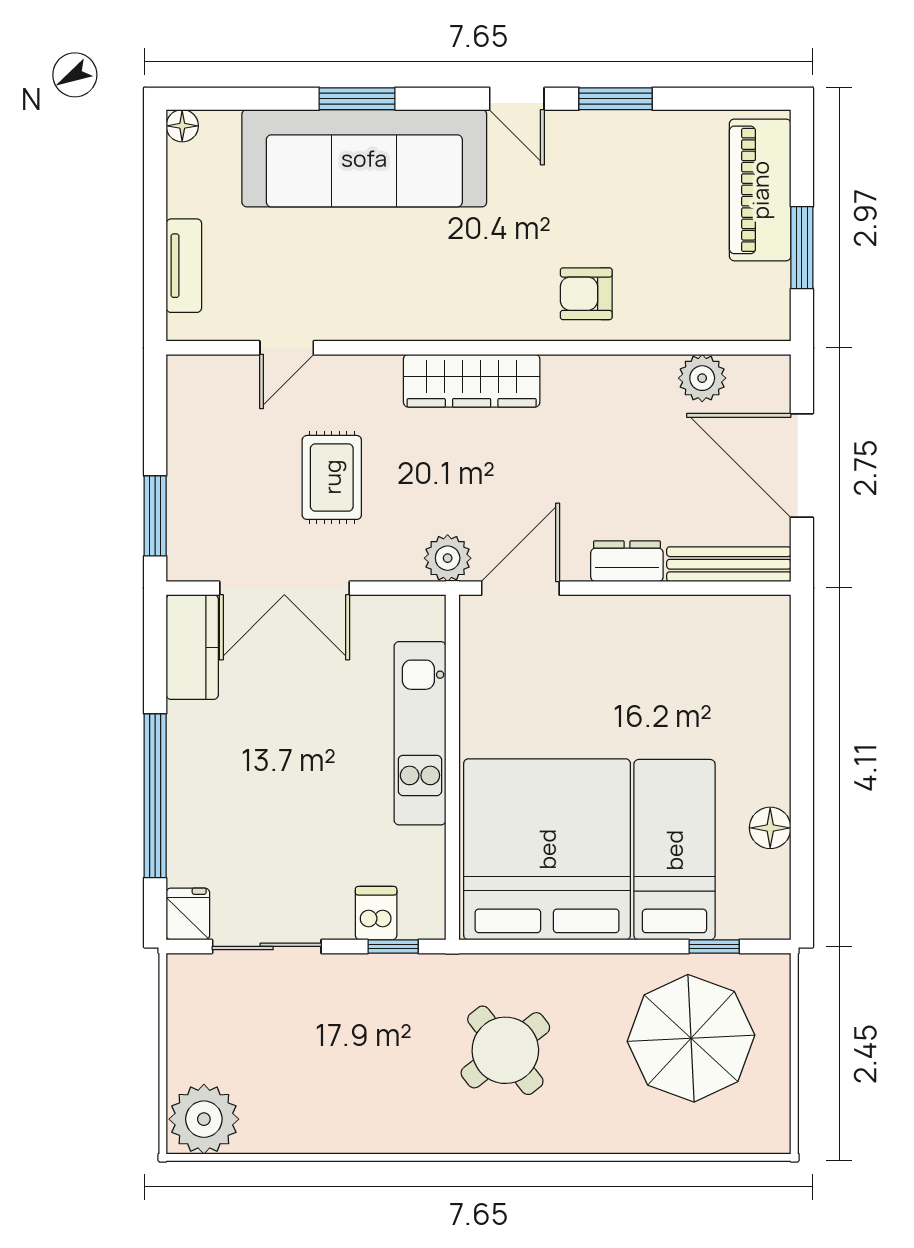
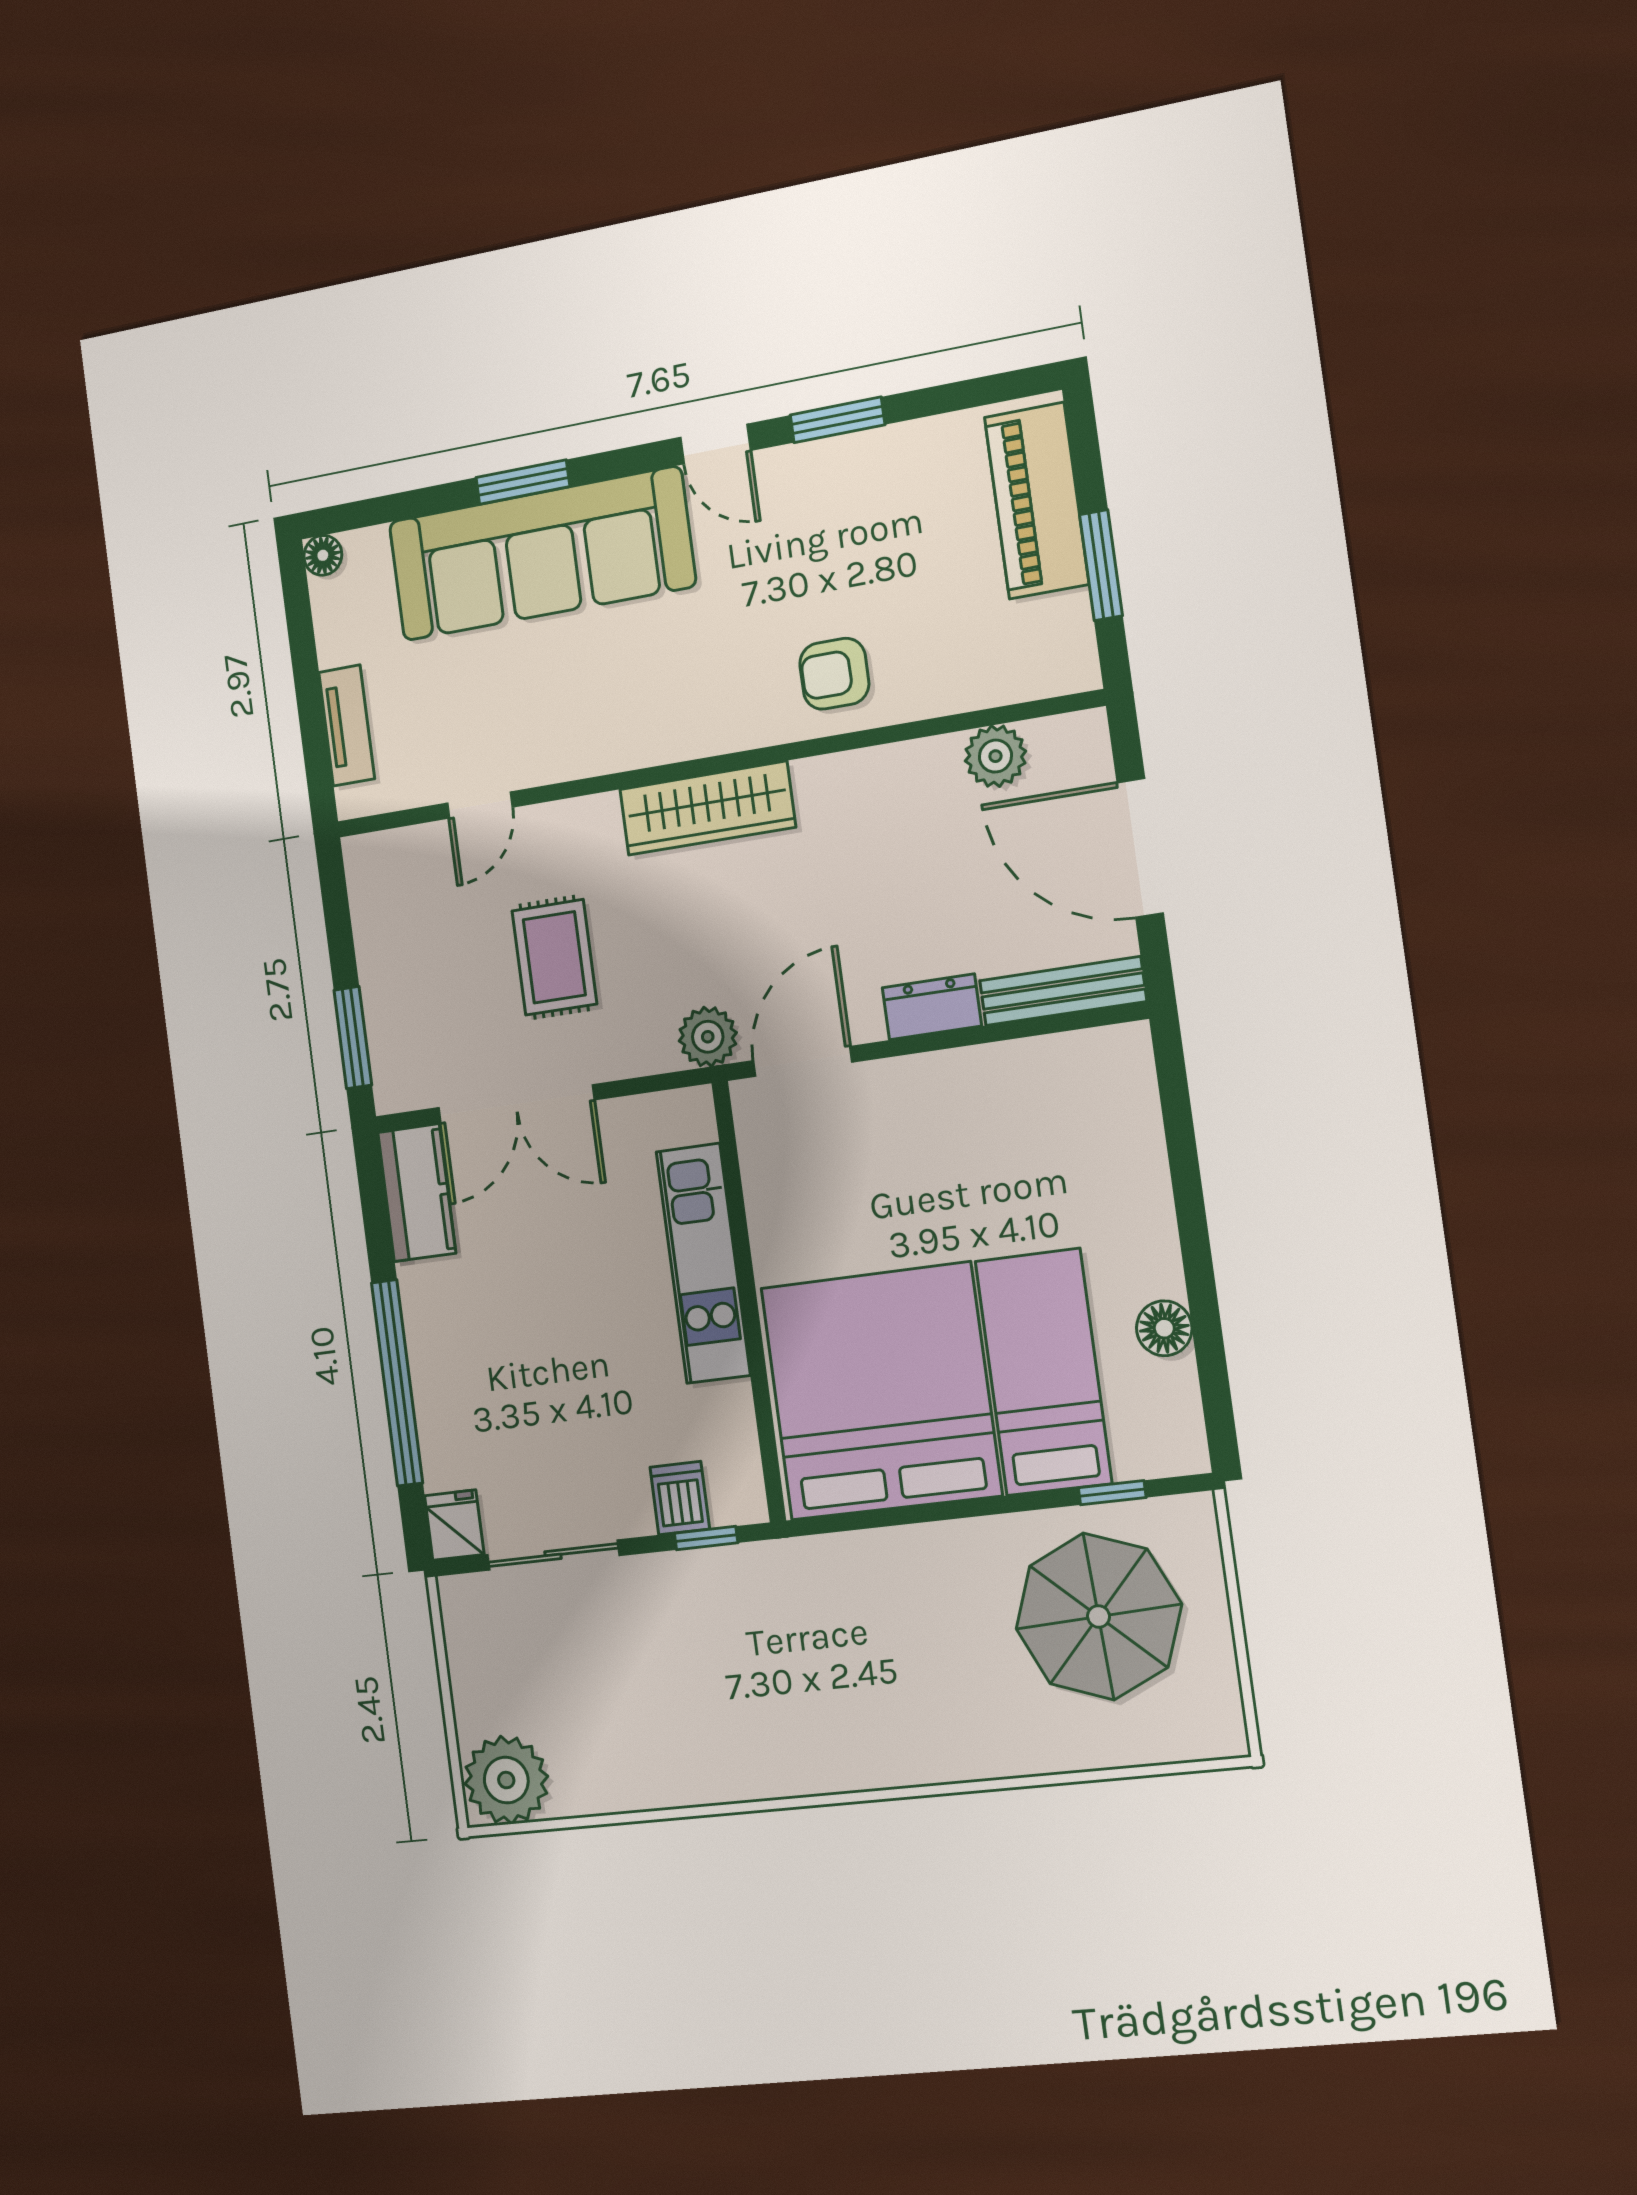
round table: (505, 1050) -> (863, 1656), removed

